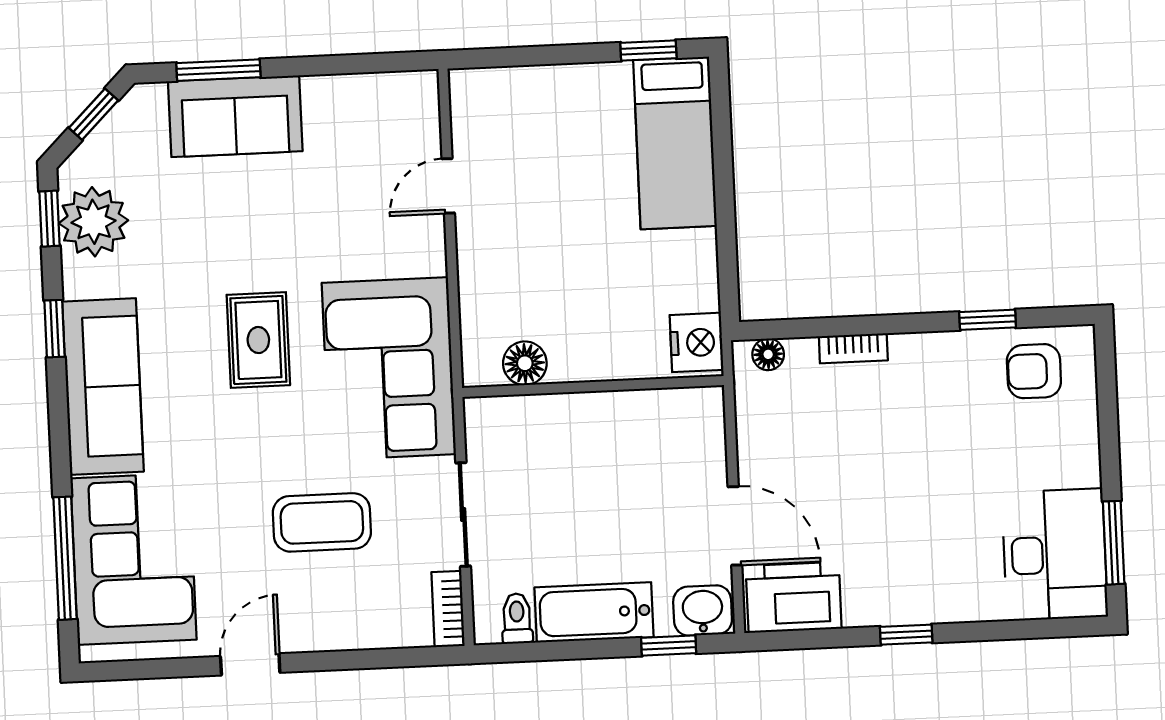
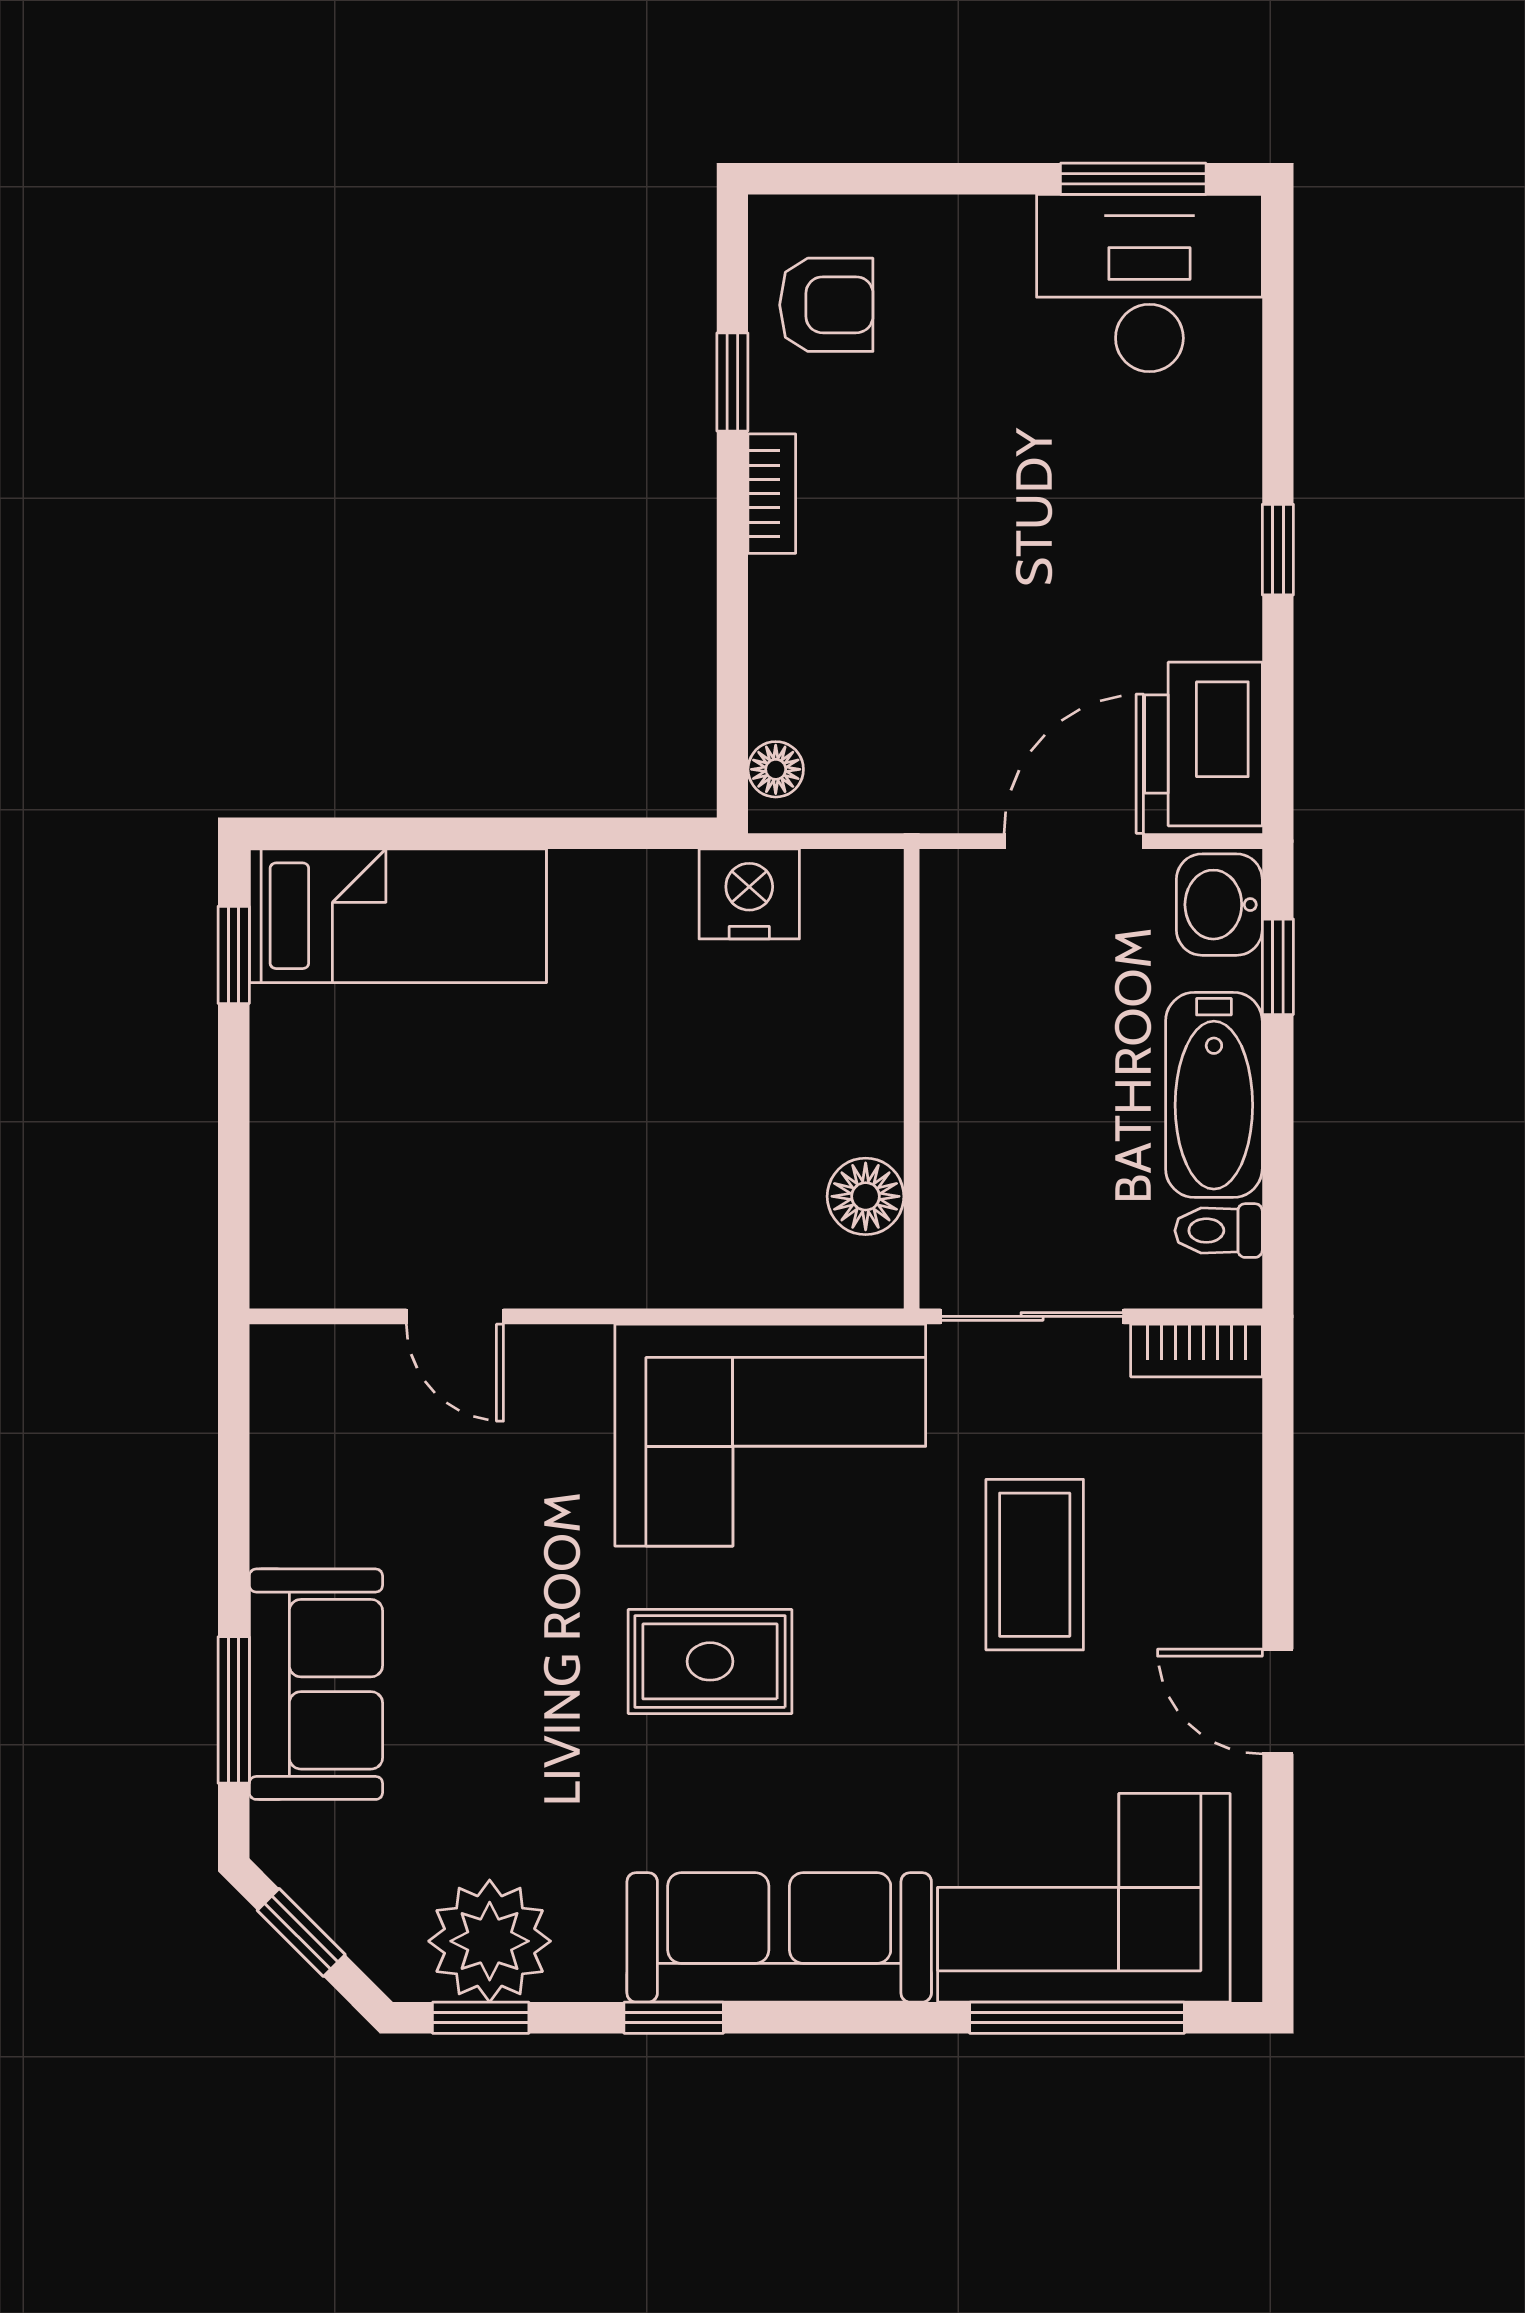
bookcase: (853, 348) -> (772, 494), moved
floor lamp: (525, 363) -> (866, 1196), moved
armchair: (1034, 371) -> (826, 305), turned -90
wall: (593, 387) -> (912, 1079), moved

